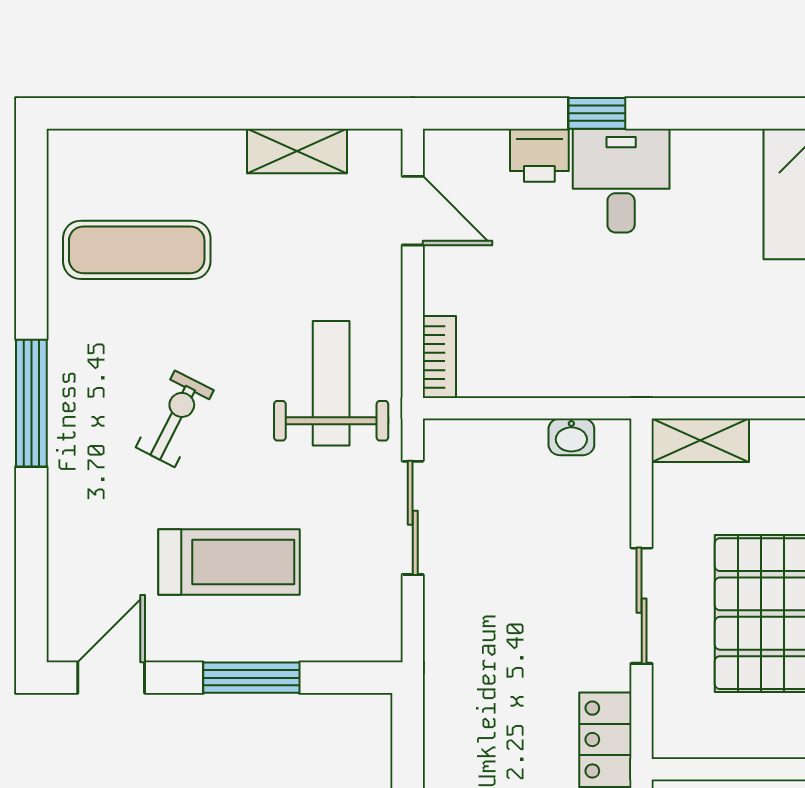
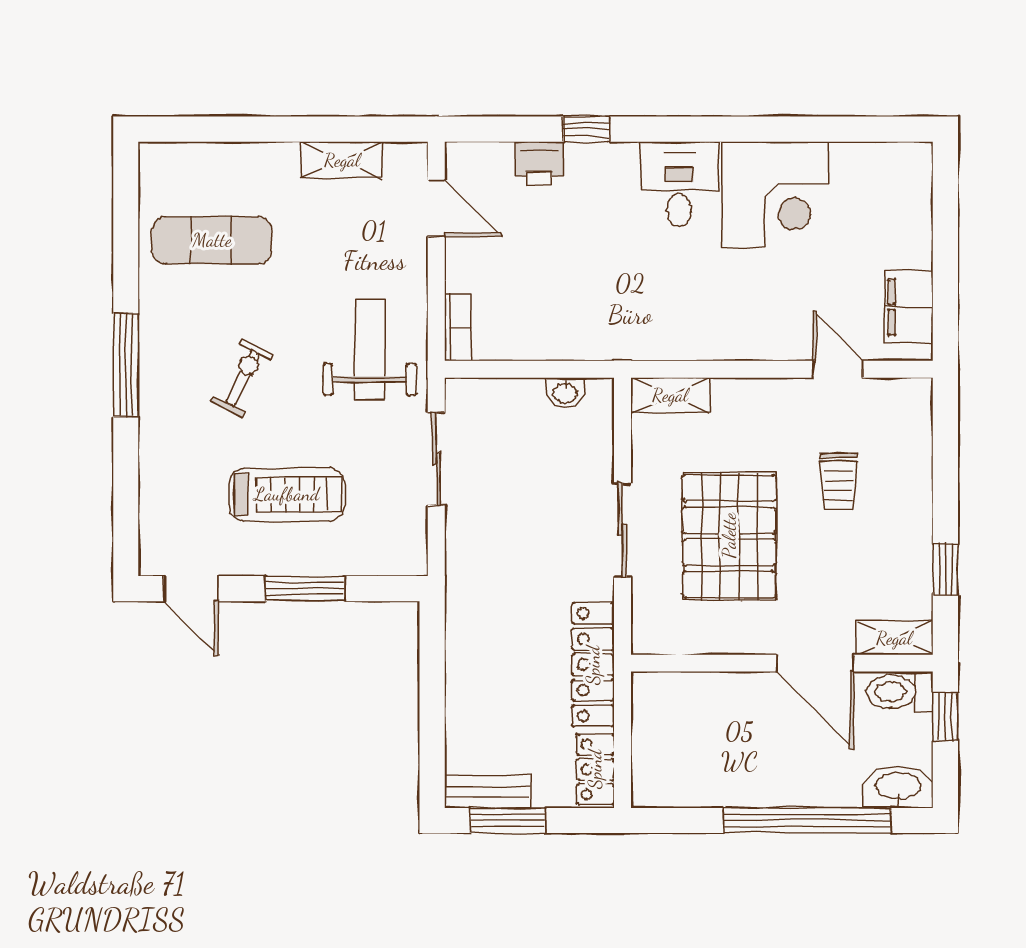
desk: (621, 181) -> (679, 184), moved
door: (111, 678) -> (191, 589), swing flipped

